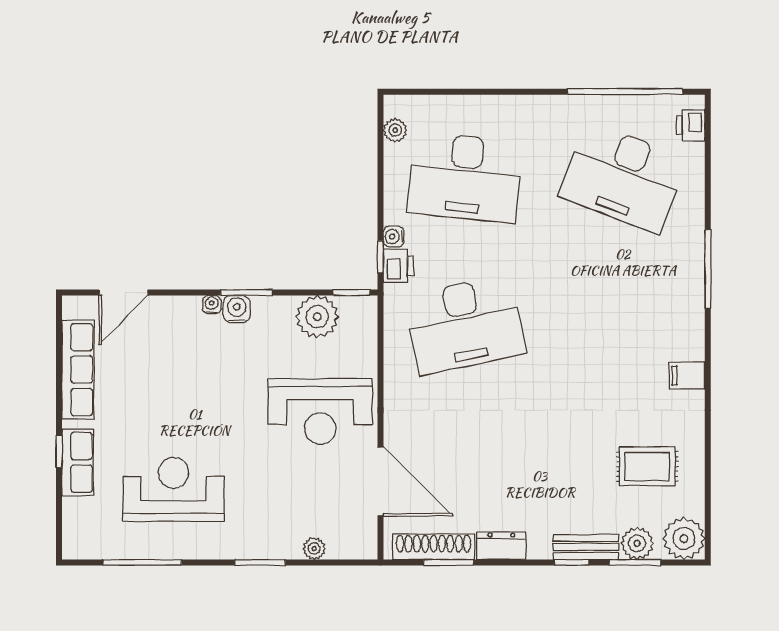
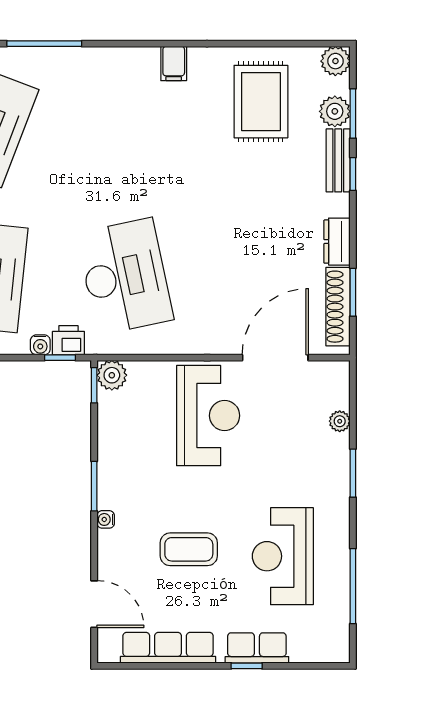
window: (708, 269) -> (44, 44), moved
water cooler: (237, 309) -> (110, 495), removed
plant: (317, 317) -> (112, 375), moved, width x0.73, depth x0.73
coffee table: (181, 391) -> (189, 549), added
rug: (647, 466) -> (261, 102), width x1.36, depth x1.43
plant: (684, 539) -> (335, 61), width x0.73, depth x0.73

